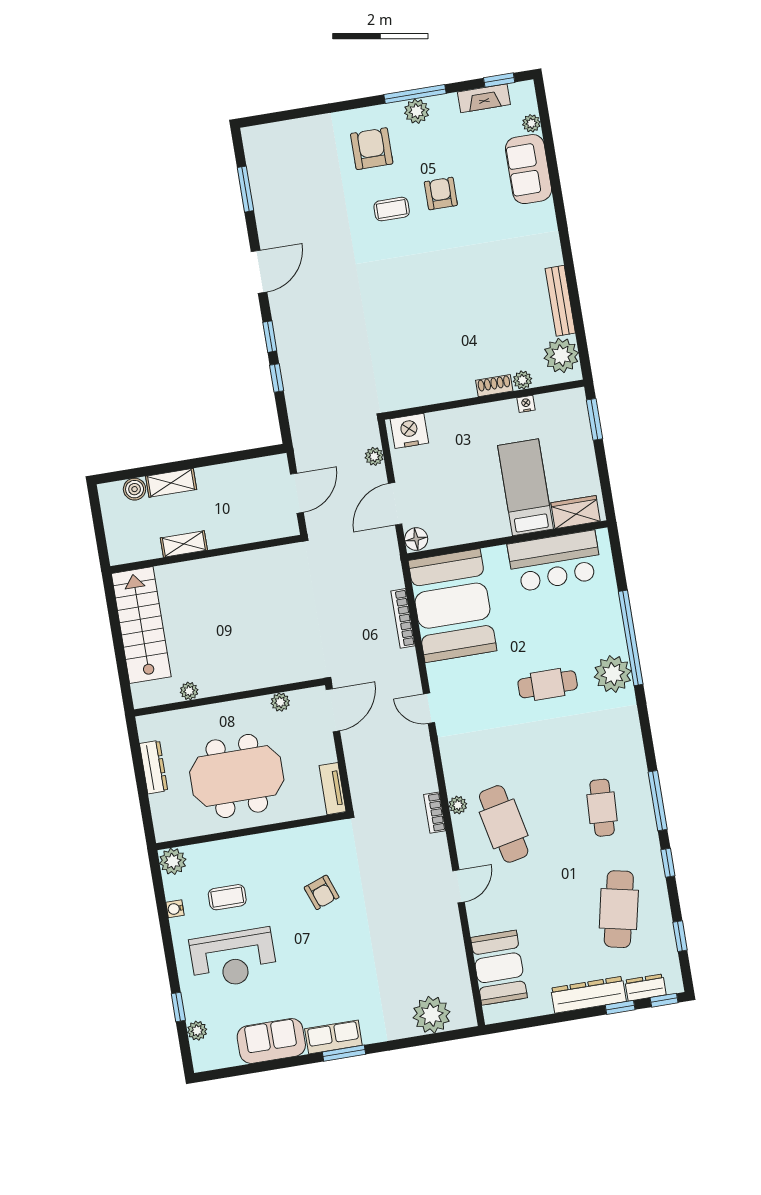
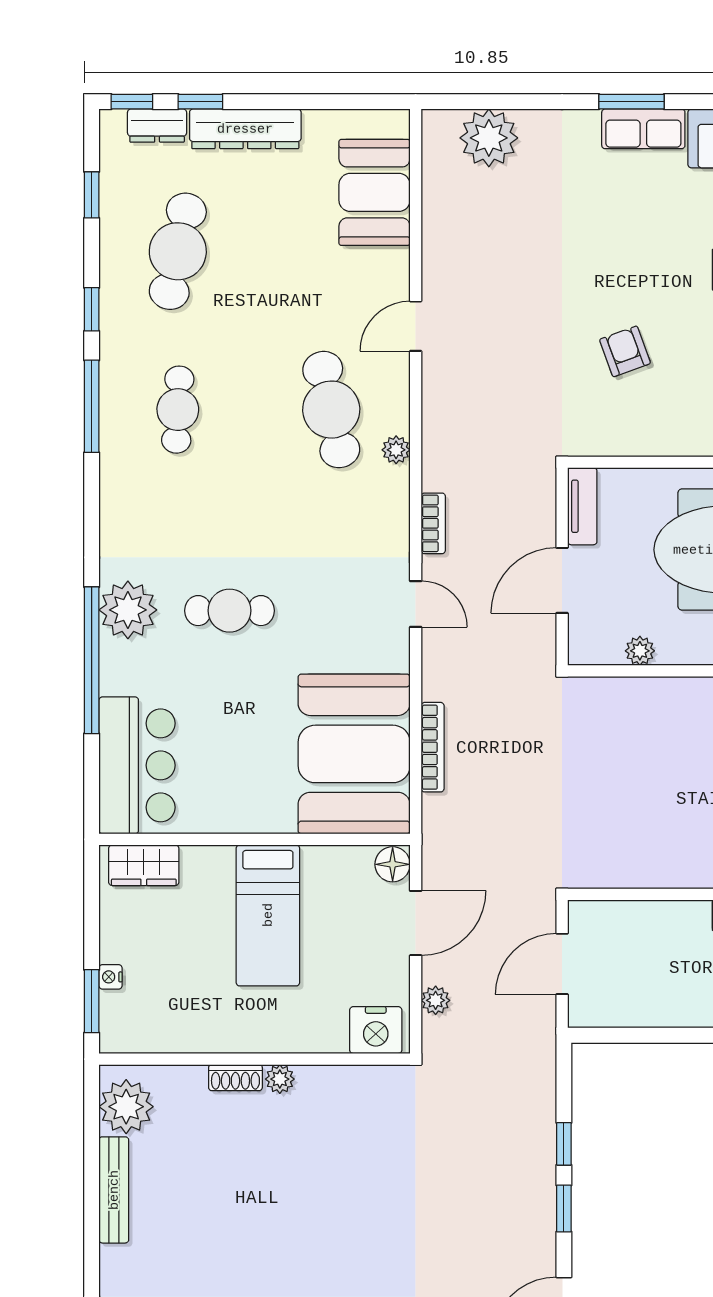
plant: (522, 380) -> (280, 1079), moved
nightstand: (526, 404) -> (111, 977), moved, turned 90
bed: (525, 487) -> (268, 915), moved
bar counter: (555, 561) -> (137, 765), moved, turned 90
door: (333, 710) -> (562, 580), moved
bookcase: (435, 813) -> (433, 523), moved

